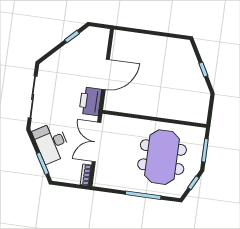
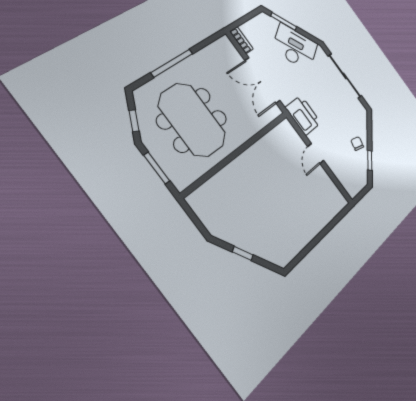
chair: (70, 53) -> (357, 144), added
door: (106, 74) -> (316, 154), width x0.53
double door: (96, 142) -> (263, 80), swing flipped

